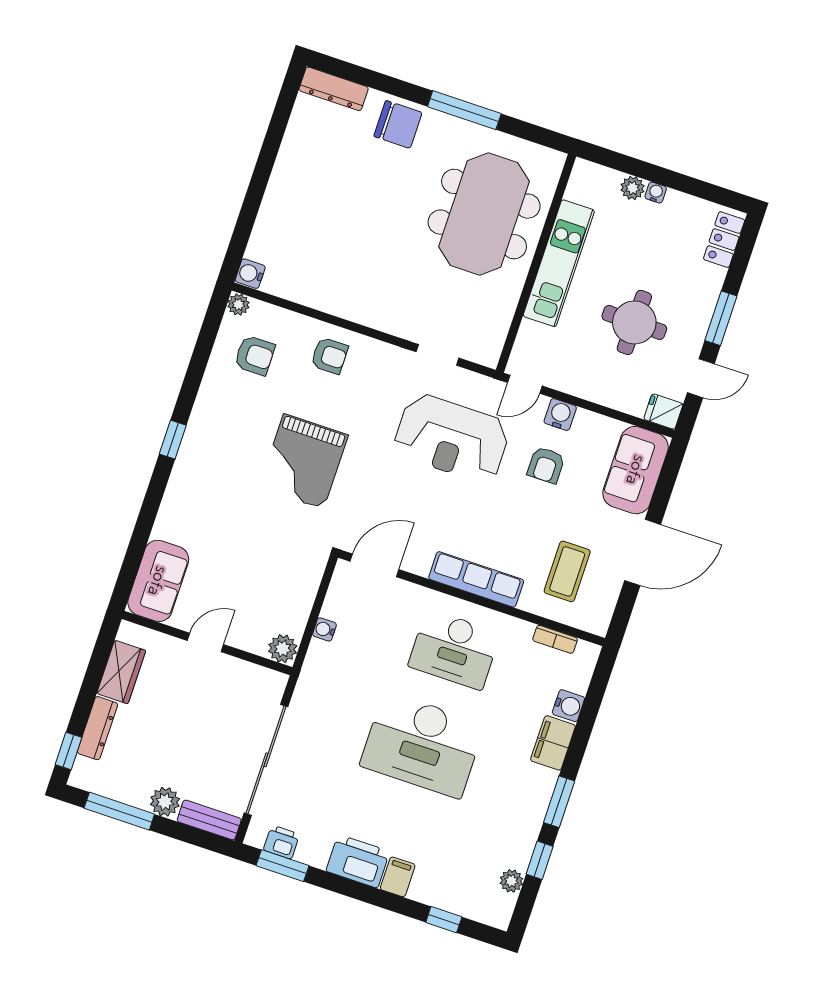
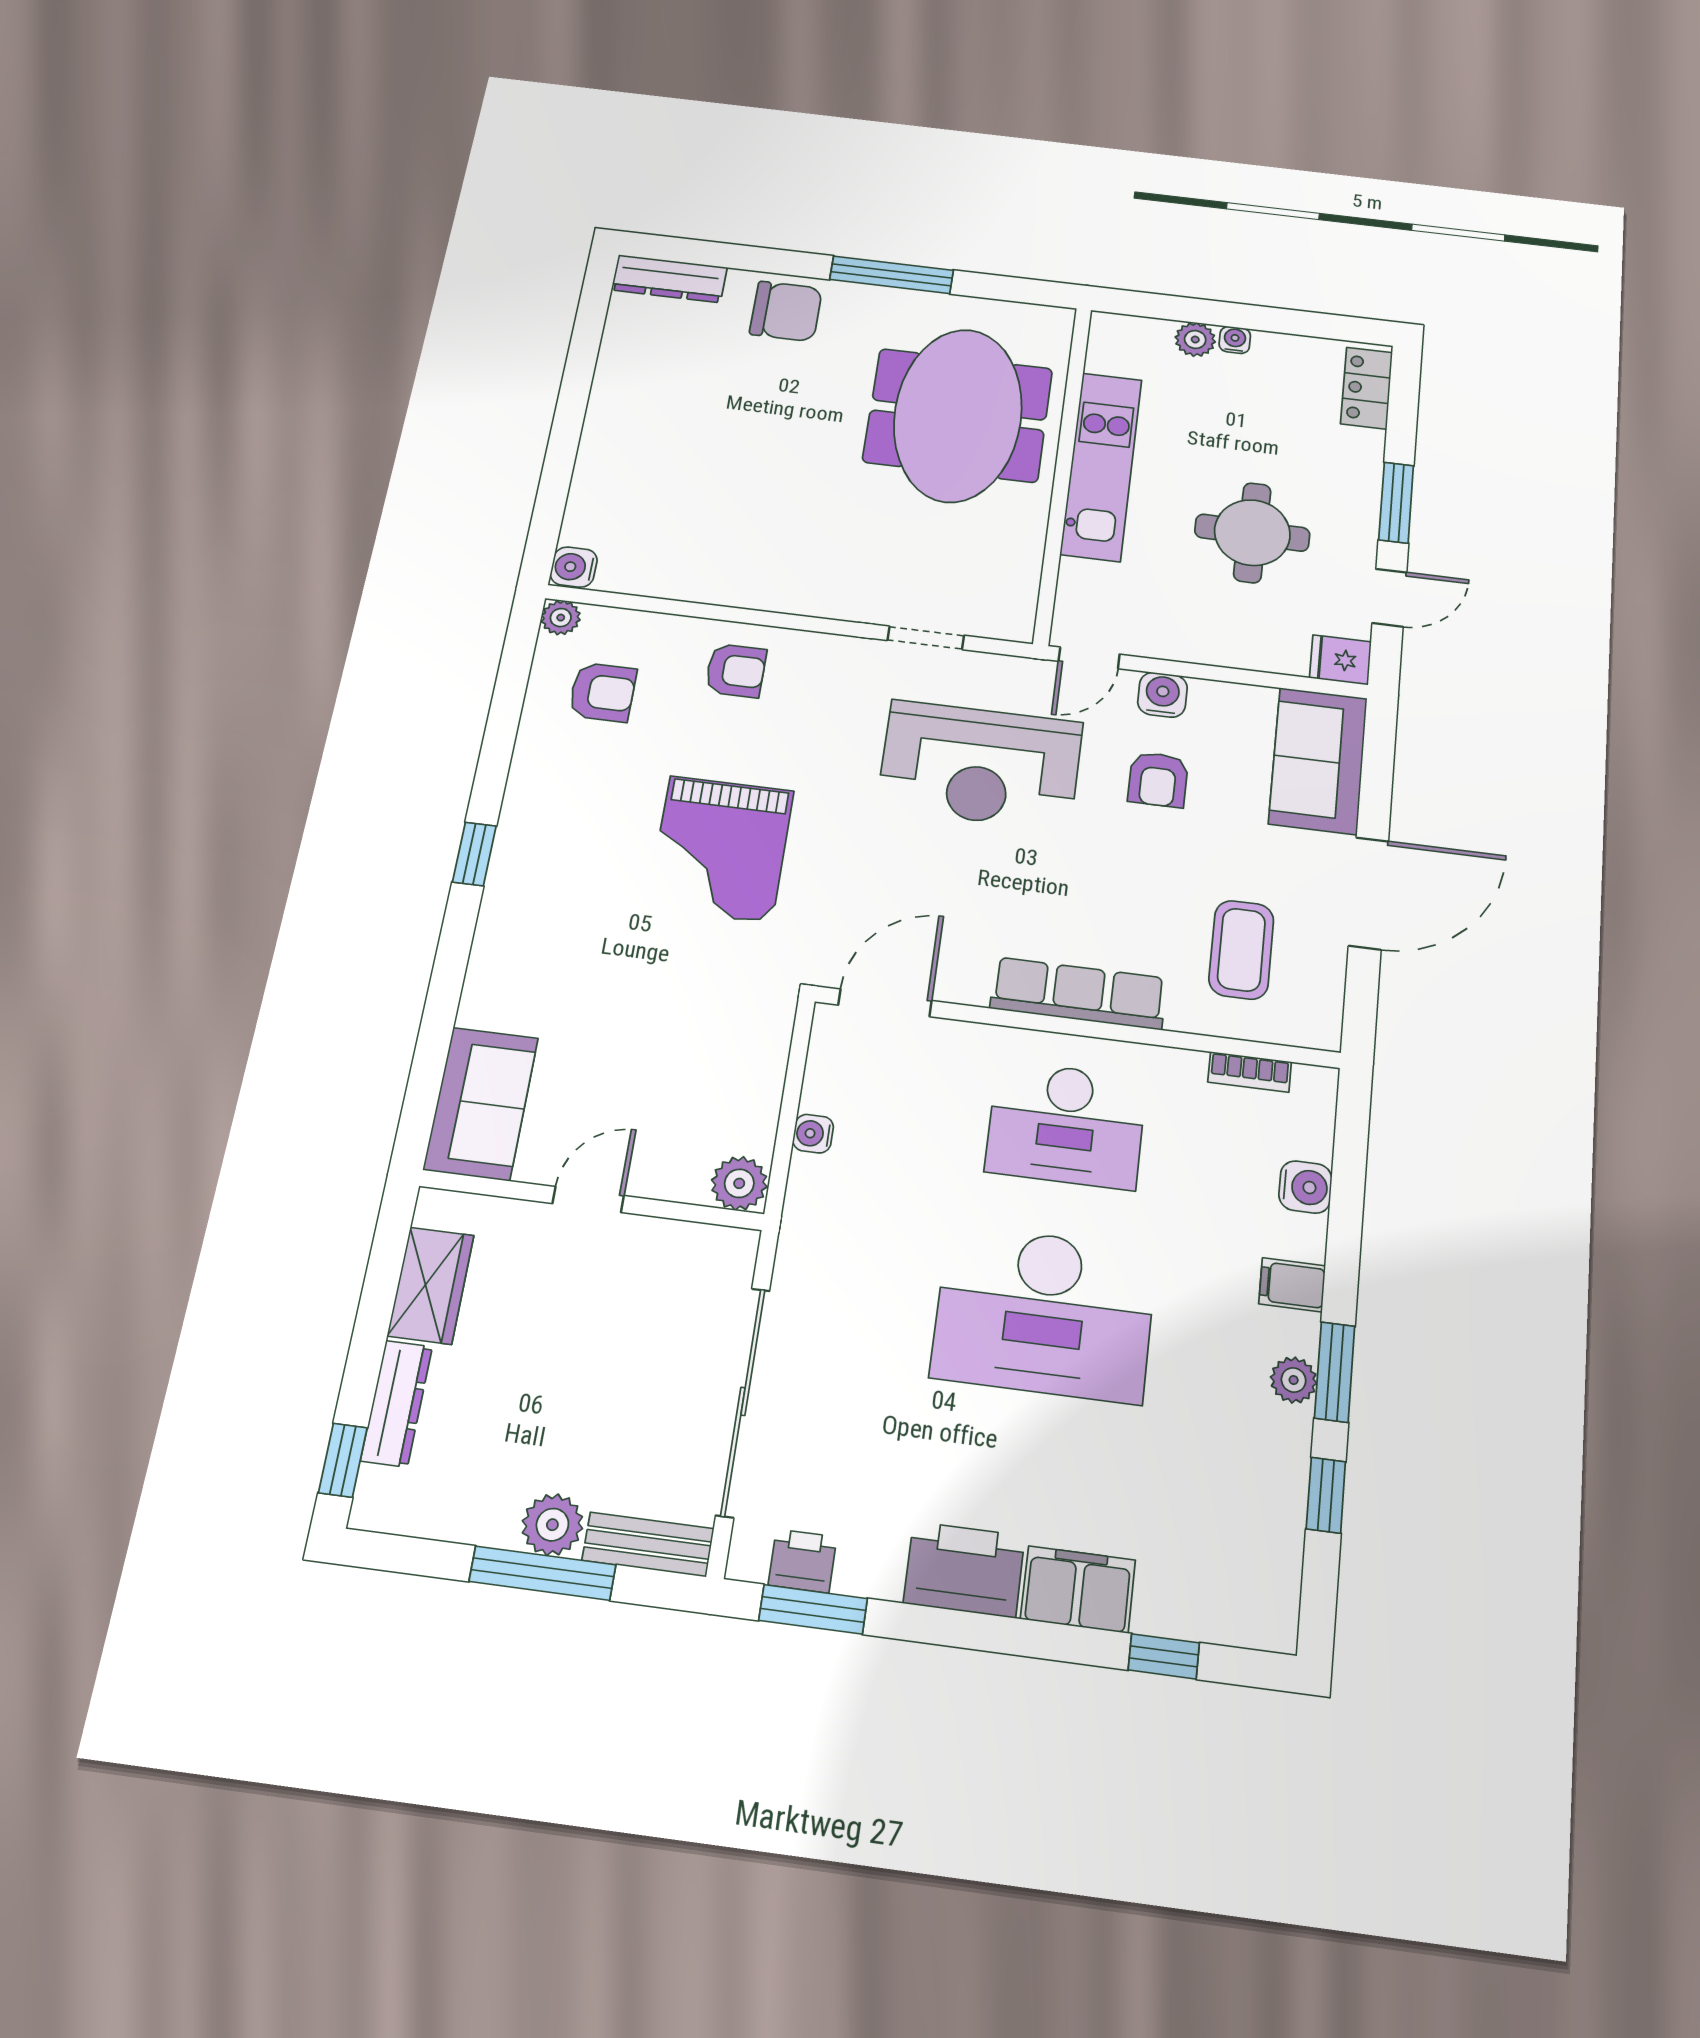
filing cabinet: (553, 743) -> (1292, 1285), width x0.50
window: (119, 811) -> (542, 1573), moved
filing cabinet: (398, 877) -> (1078, 1589), width x2.00
plant: (511, 881) -> (1294, 1380), moved

